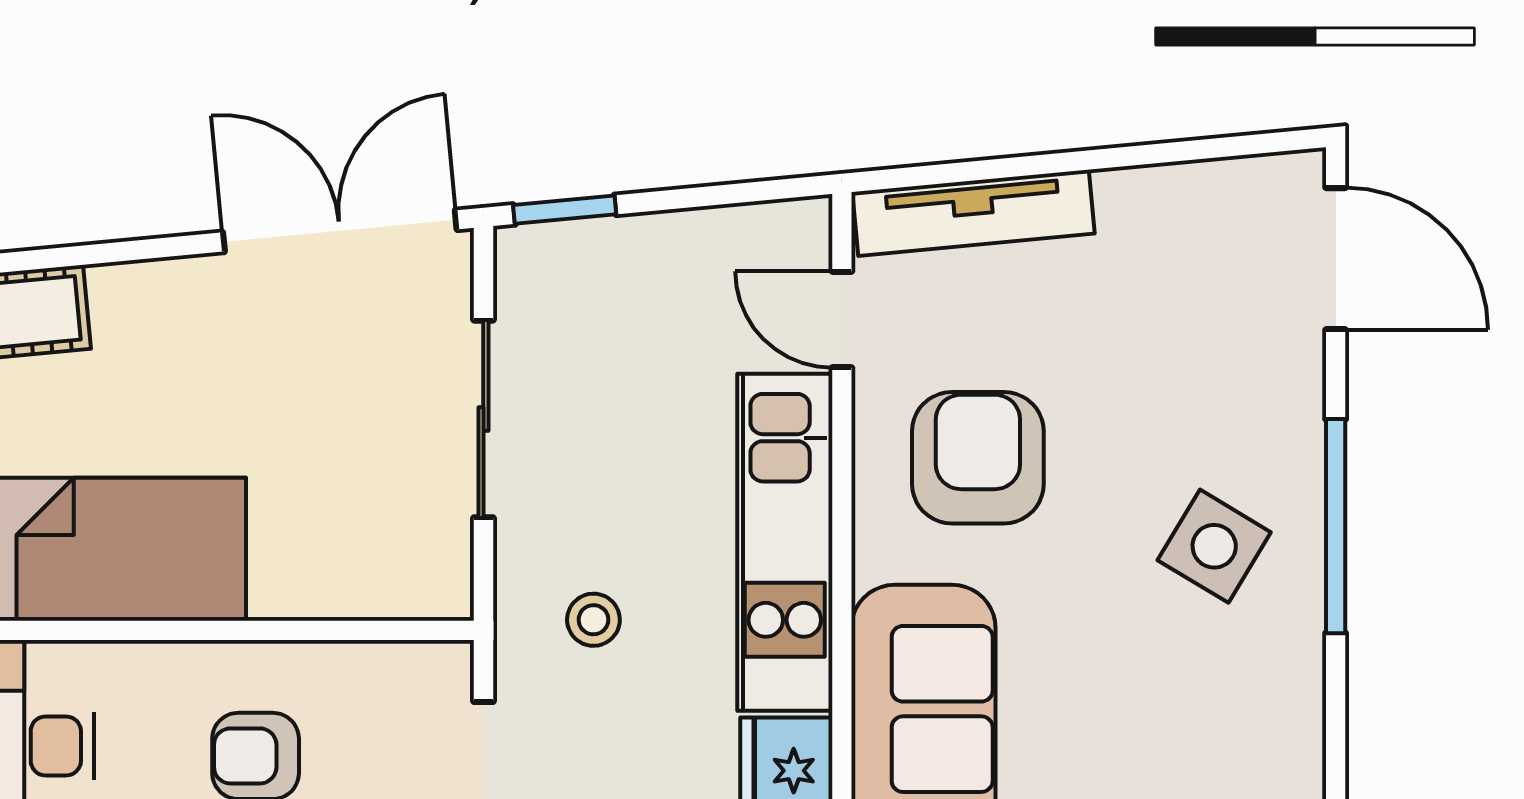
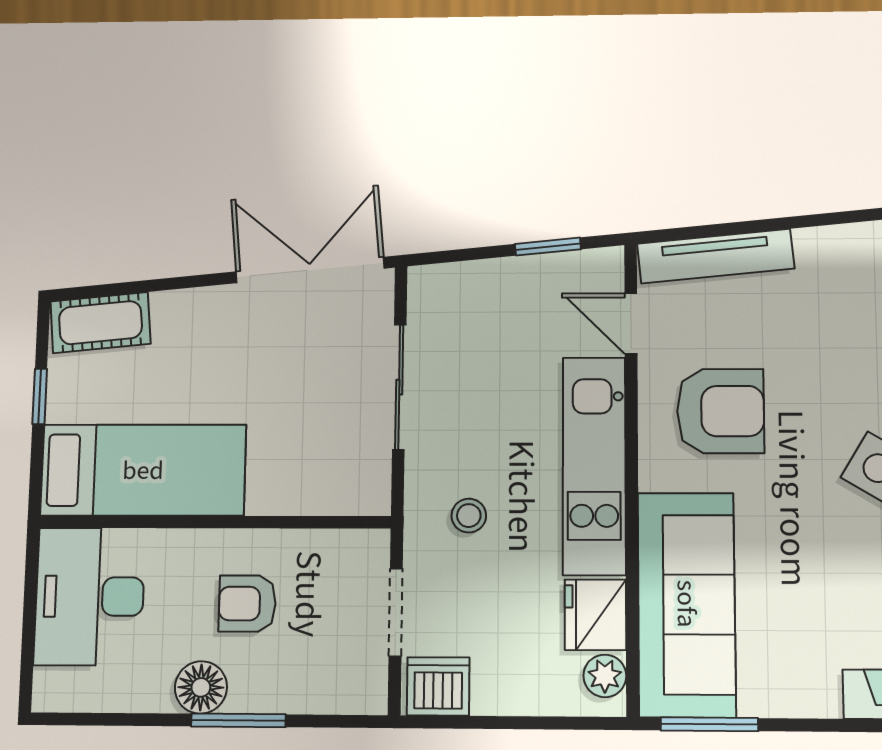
window: (565, 210) -> (548, 247), moved
armchair: (978, 458) -> (720, 411), turned 90

